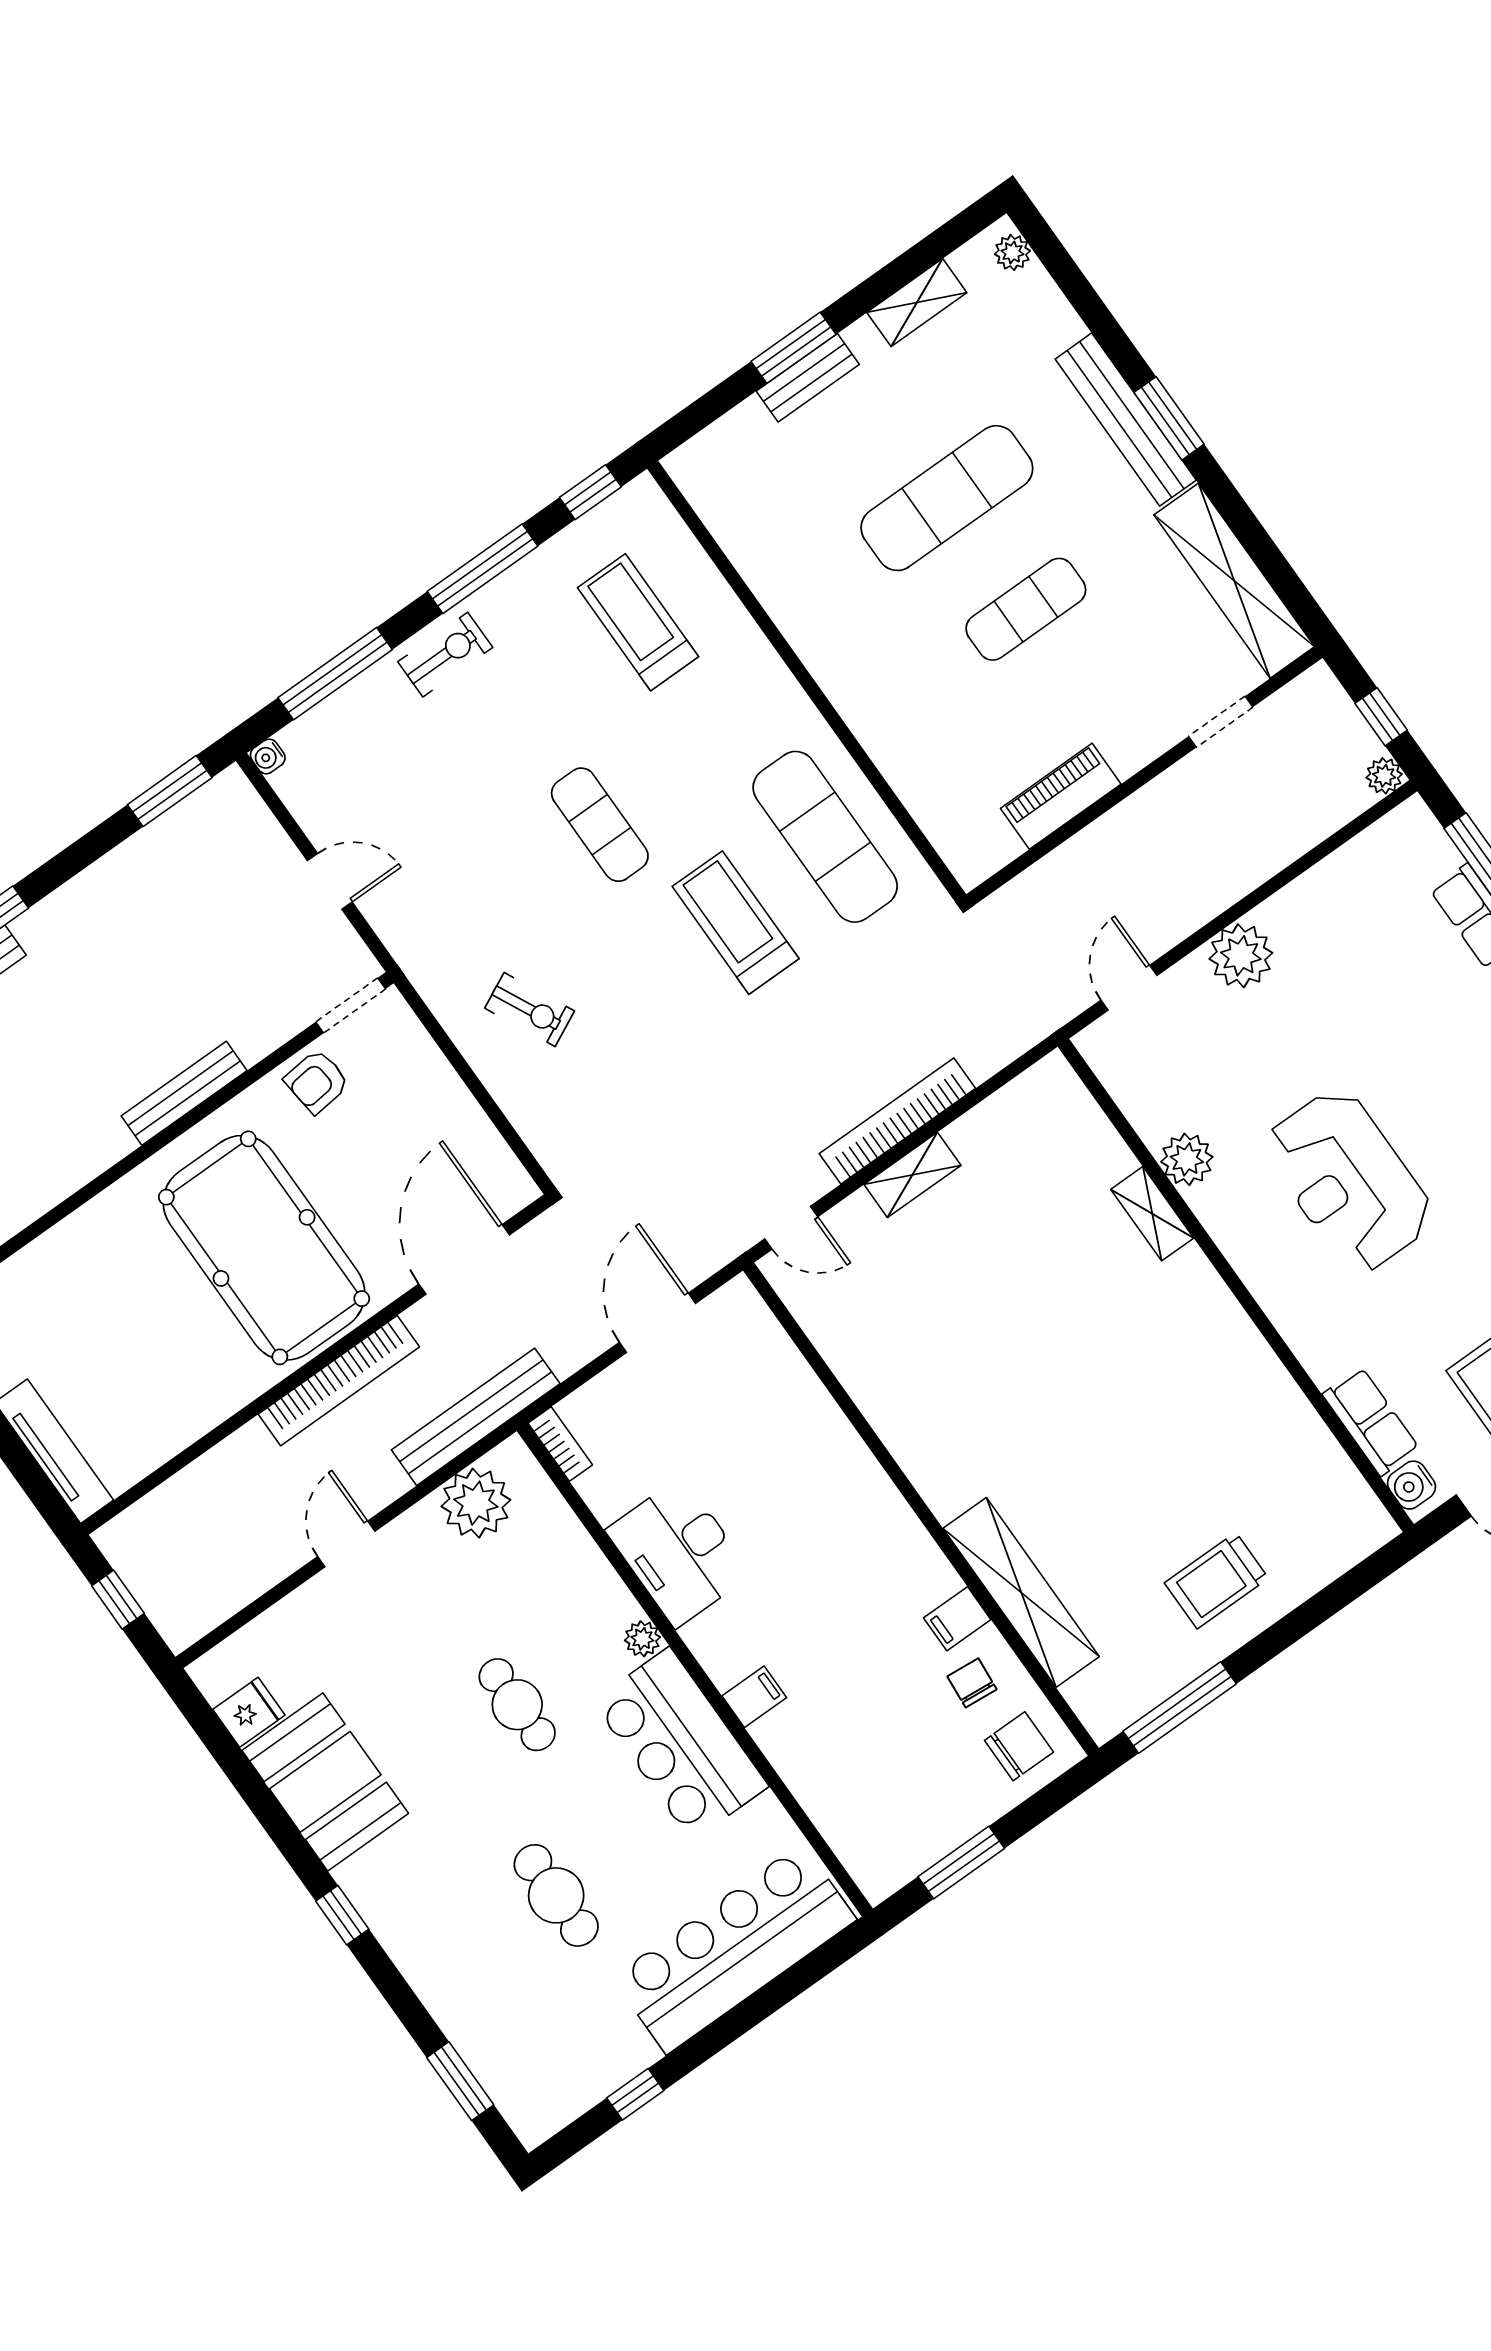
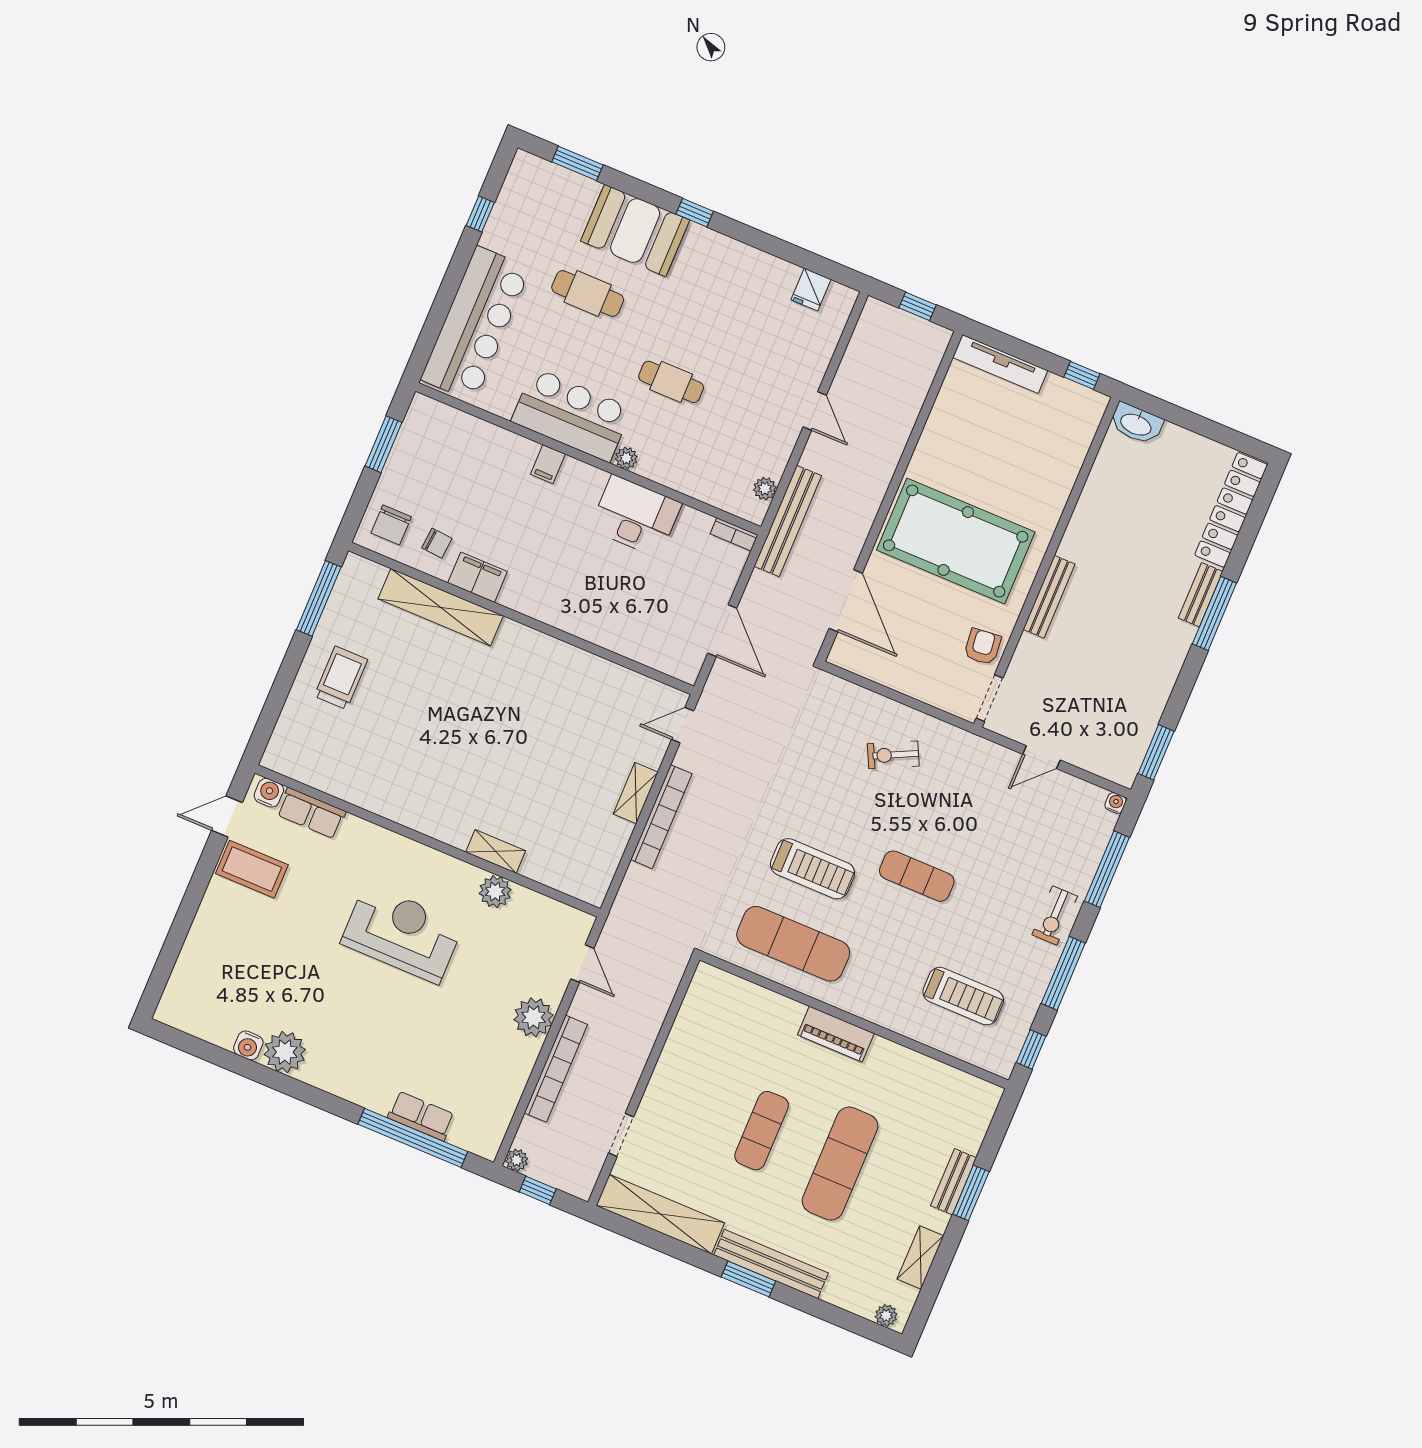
piano: (1061, 796) -> (836, 1034), moved, turned 90
bookcase: (339, 1381) -> (556, 1069), moved, turned 180
plant: (476, 1503) -> (765, 489), width x0.53, depth x0.53
filing cabinet: (957, 1619) -> (478, 577), width x2.00
booth: (325, 1782) -> (635, 230), moved

